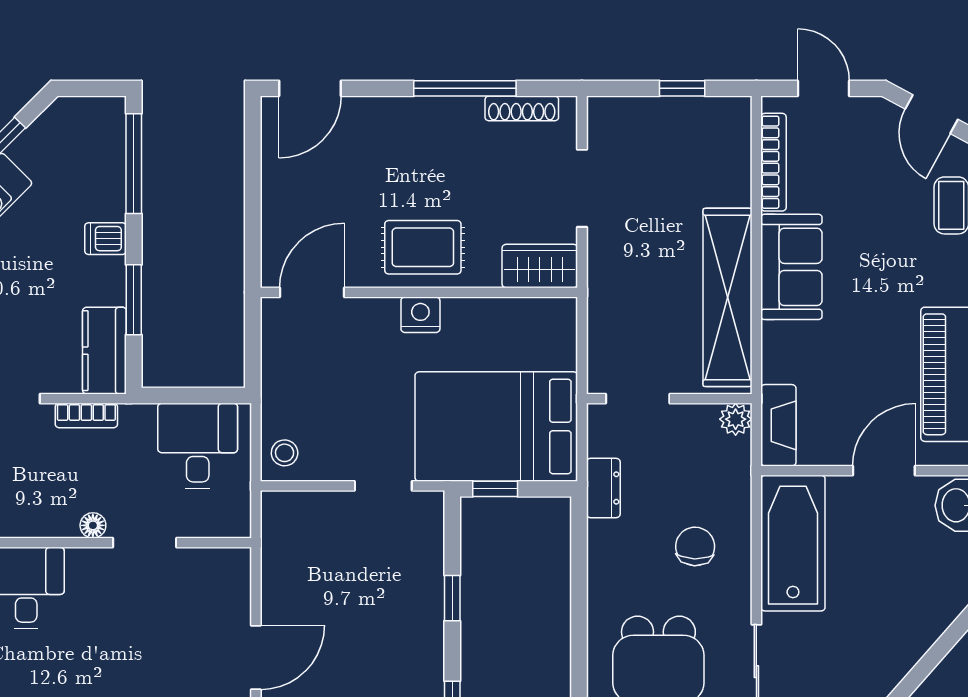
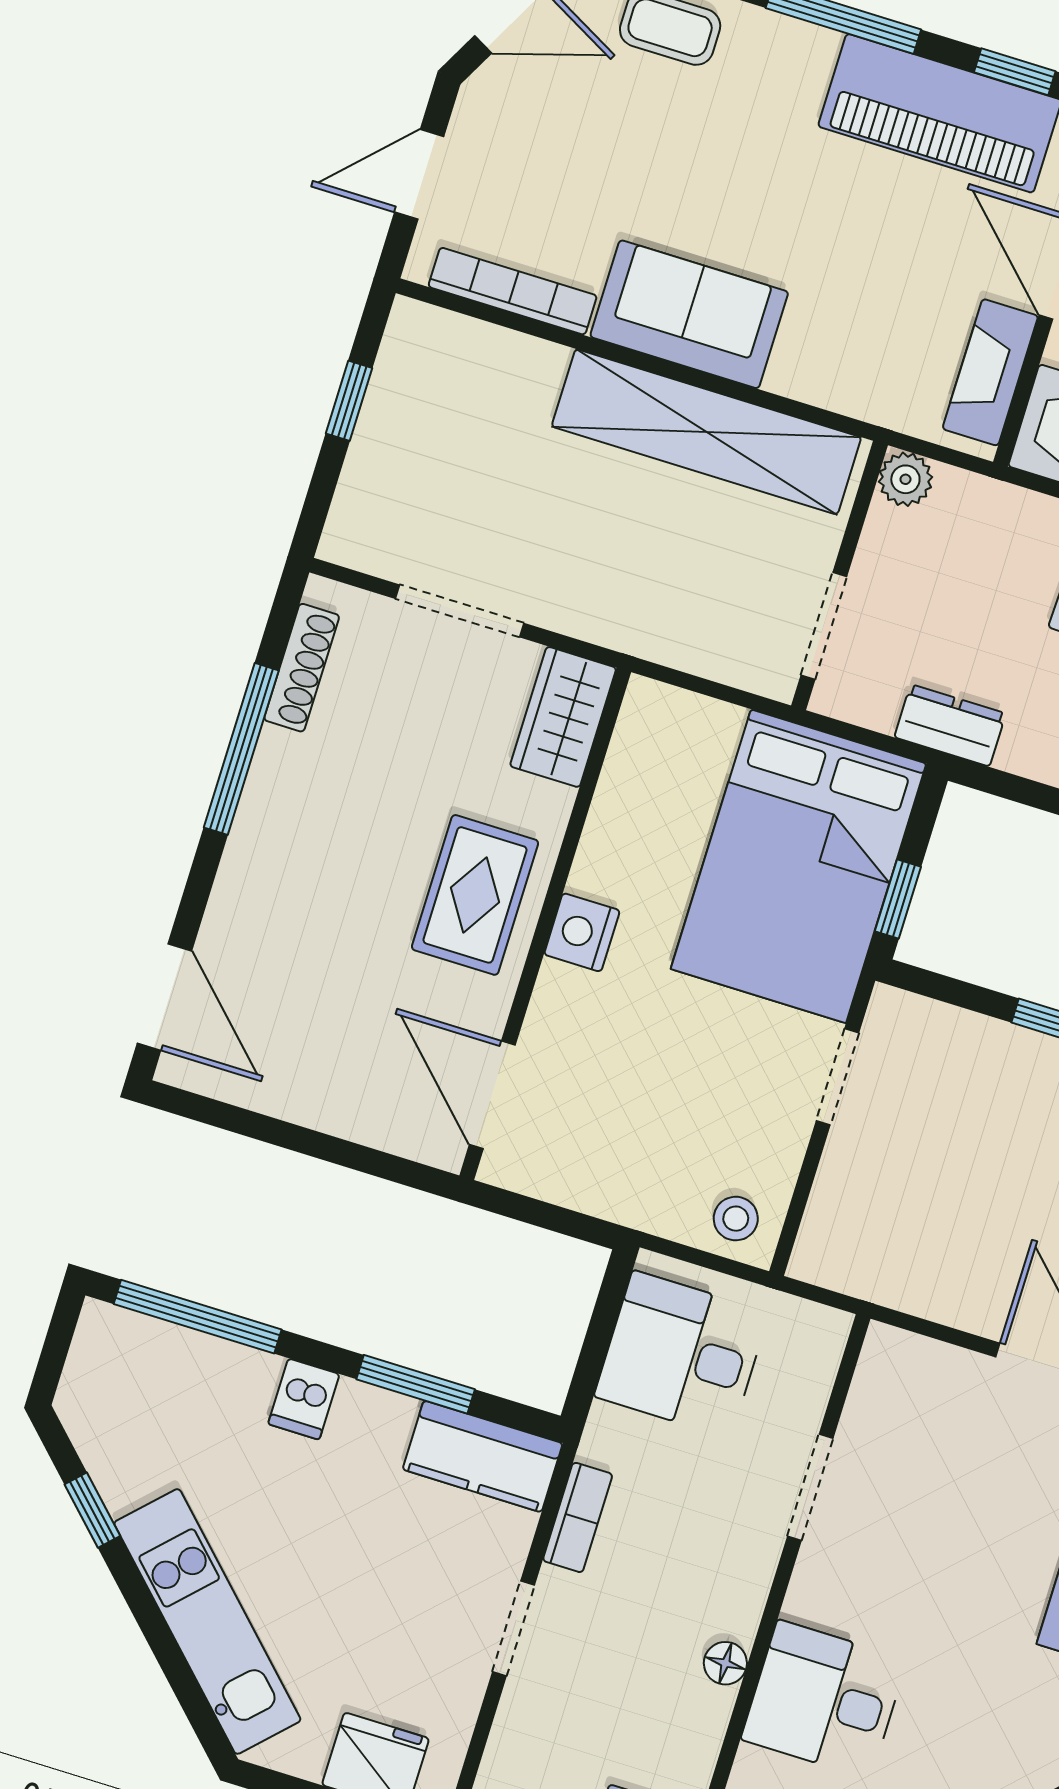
fireplace: (778, 425) -> (990, 372), moved, turned -90
floor lamp: (93, 525) -> (725, 1663), moved

